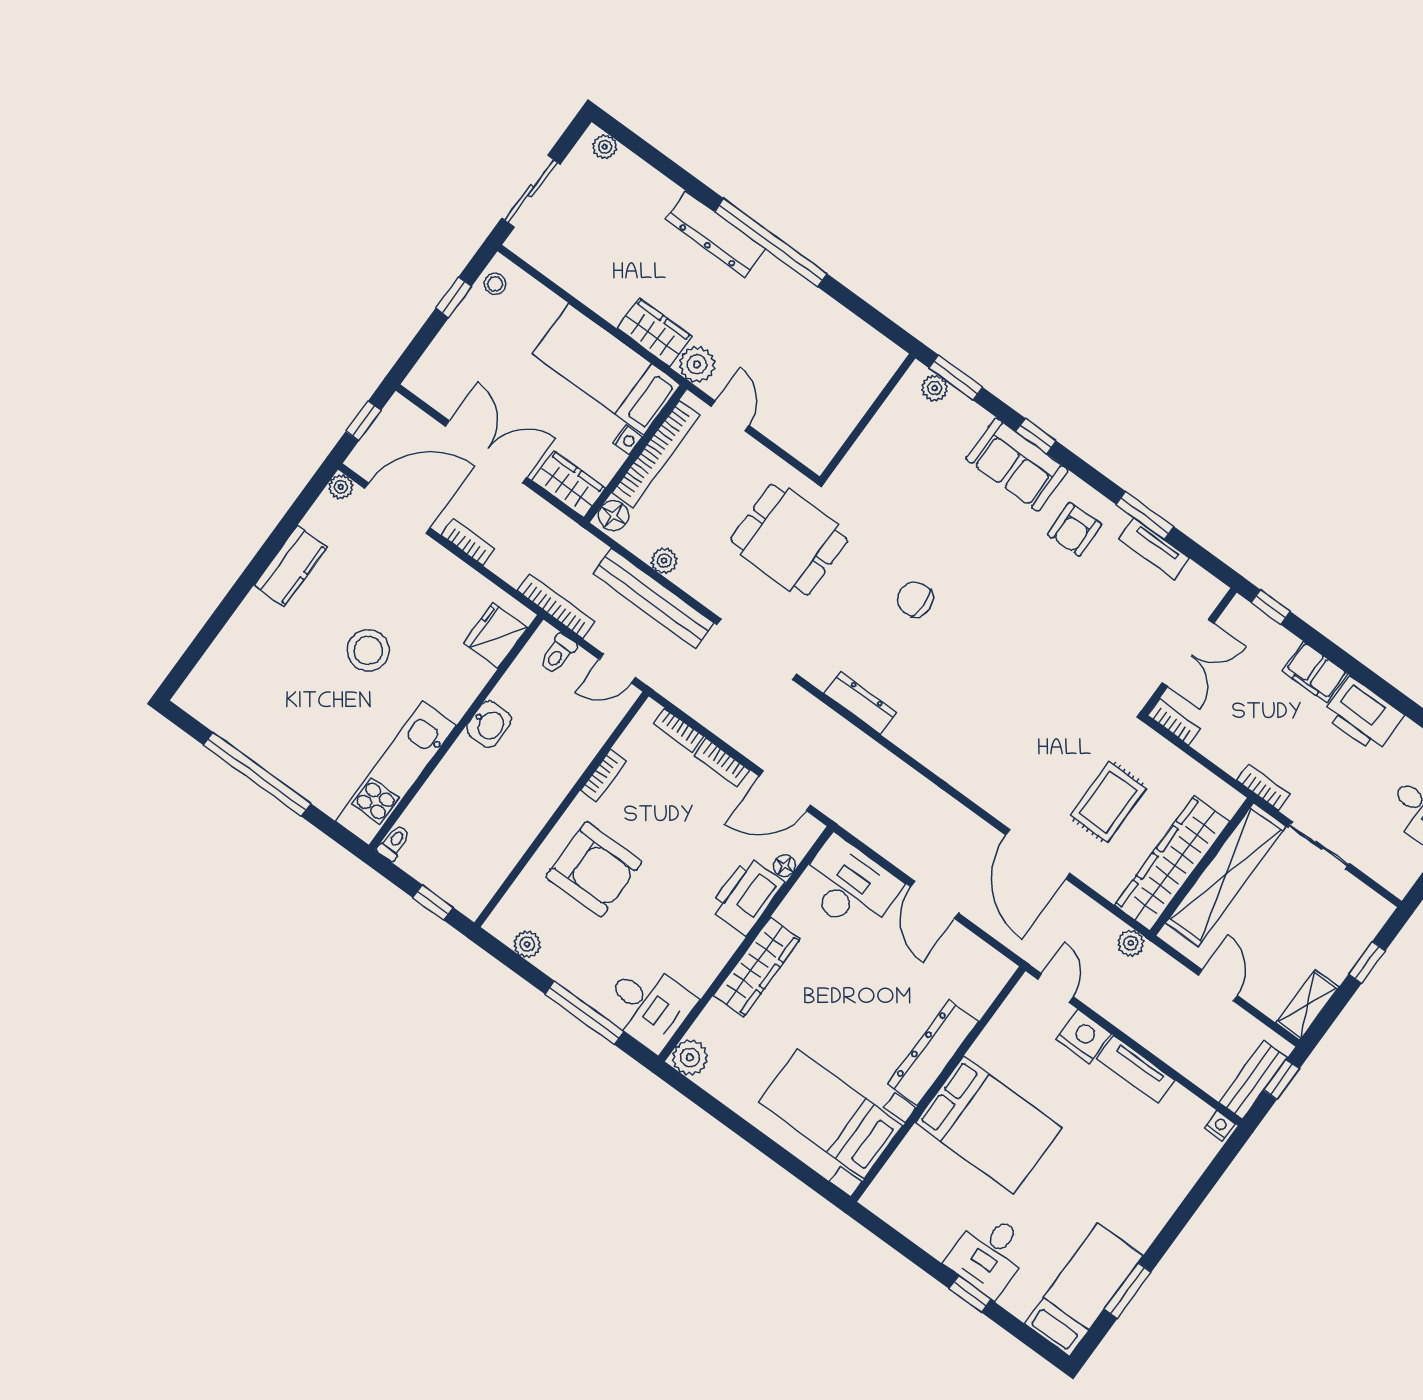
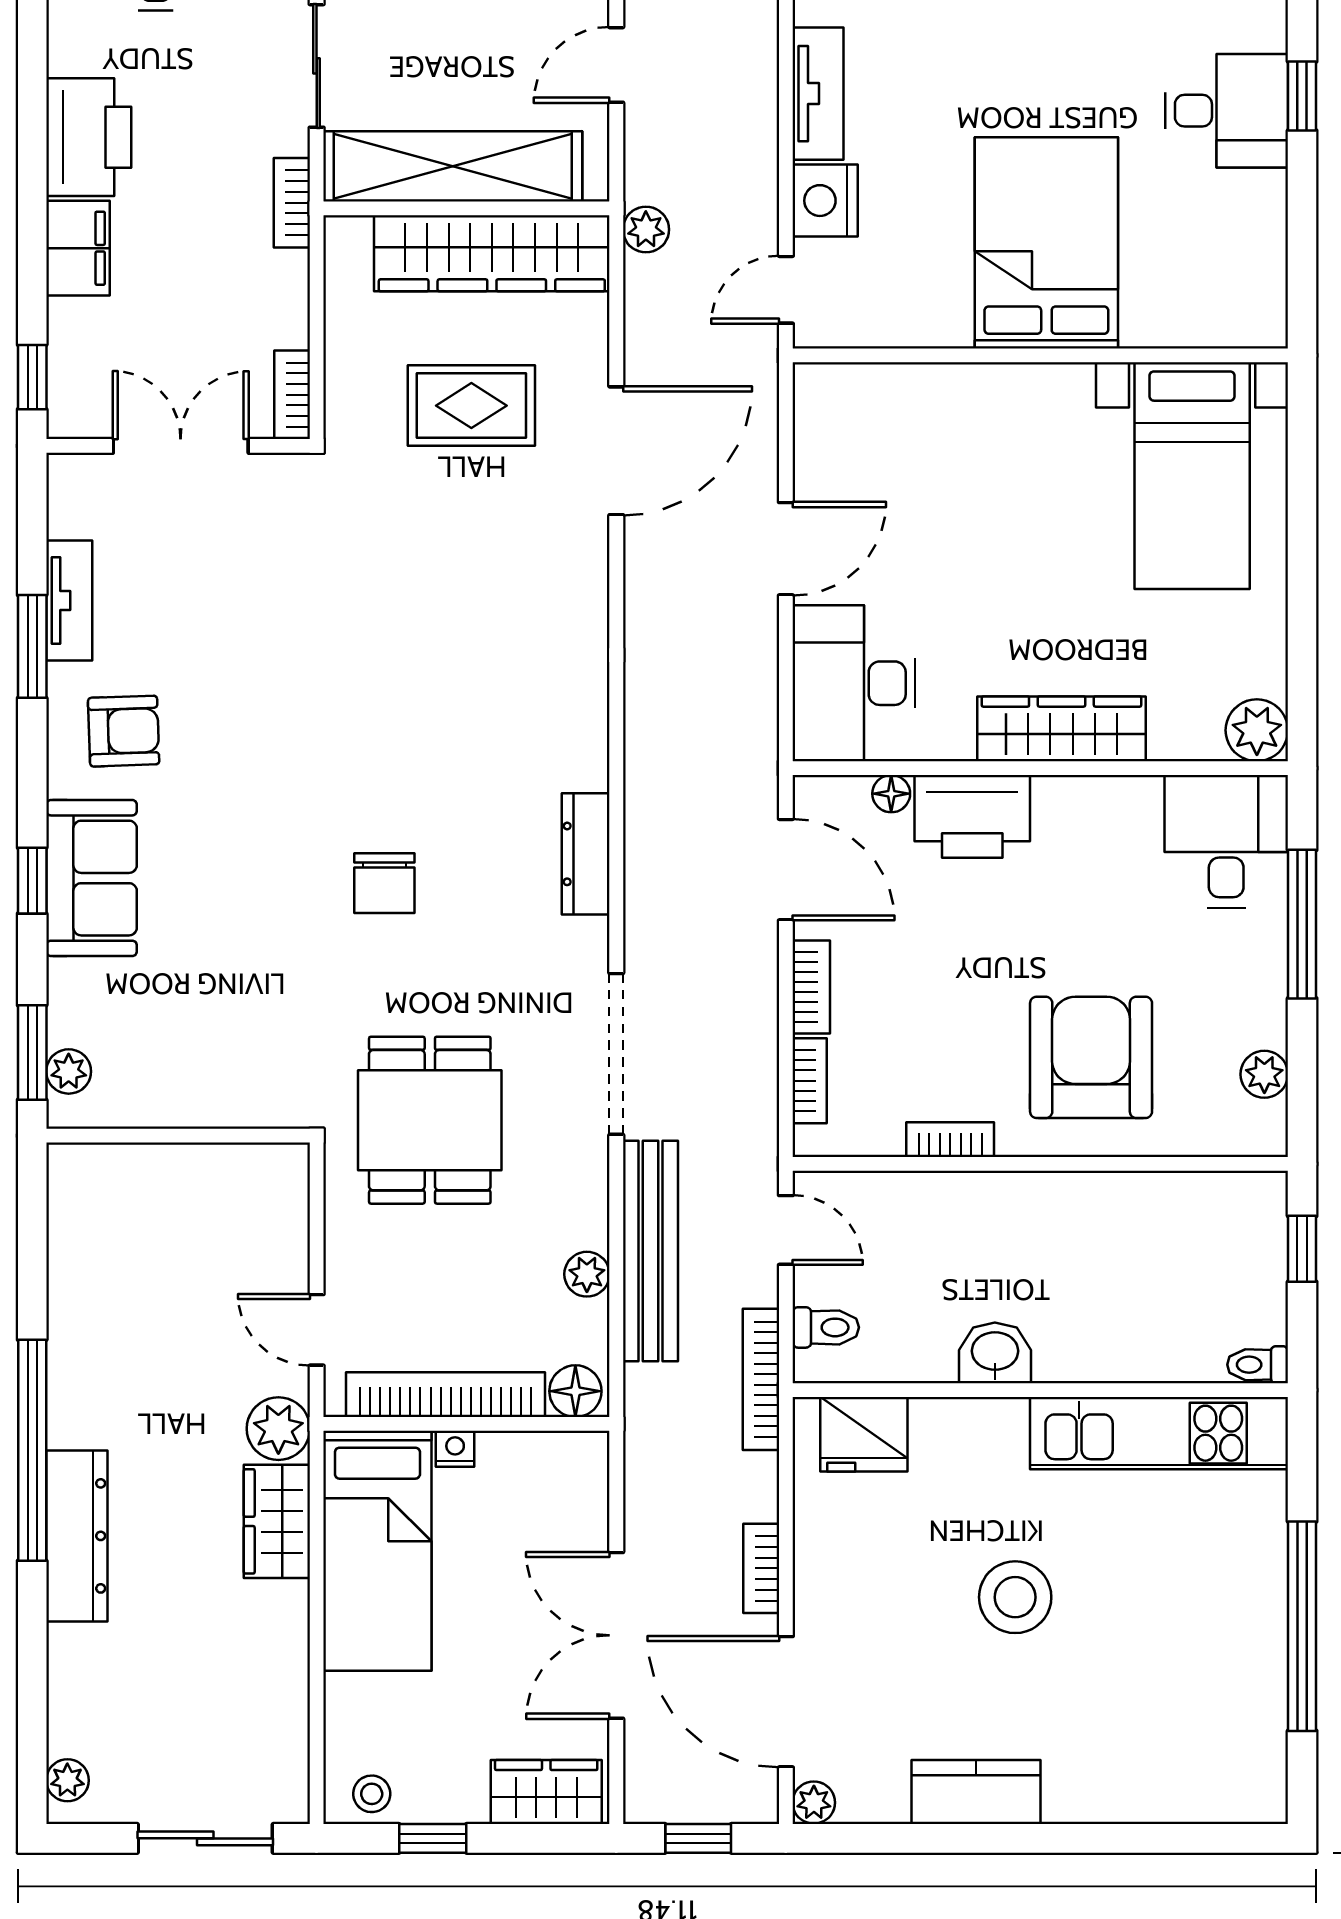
door: (730, 416) -> (317, 1330), hinge flipped
wardrobe: (569, 484) -> (546, 1792), moved, turned 90
dresser: (933, 1053) -> (1002, 394), removed

